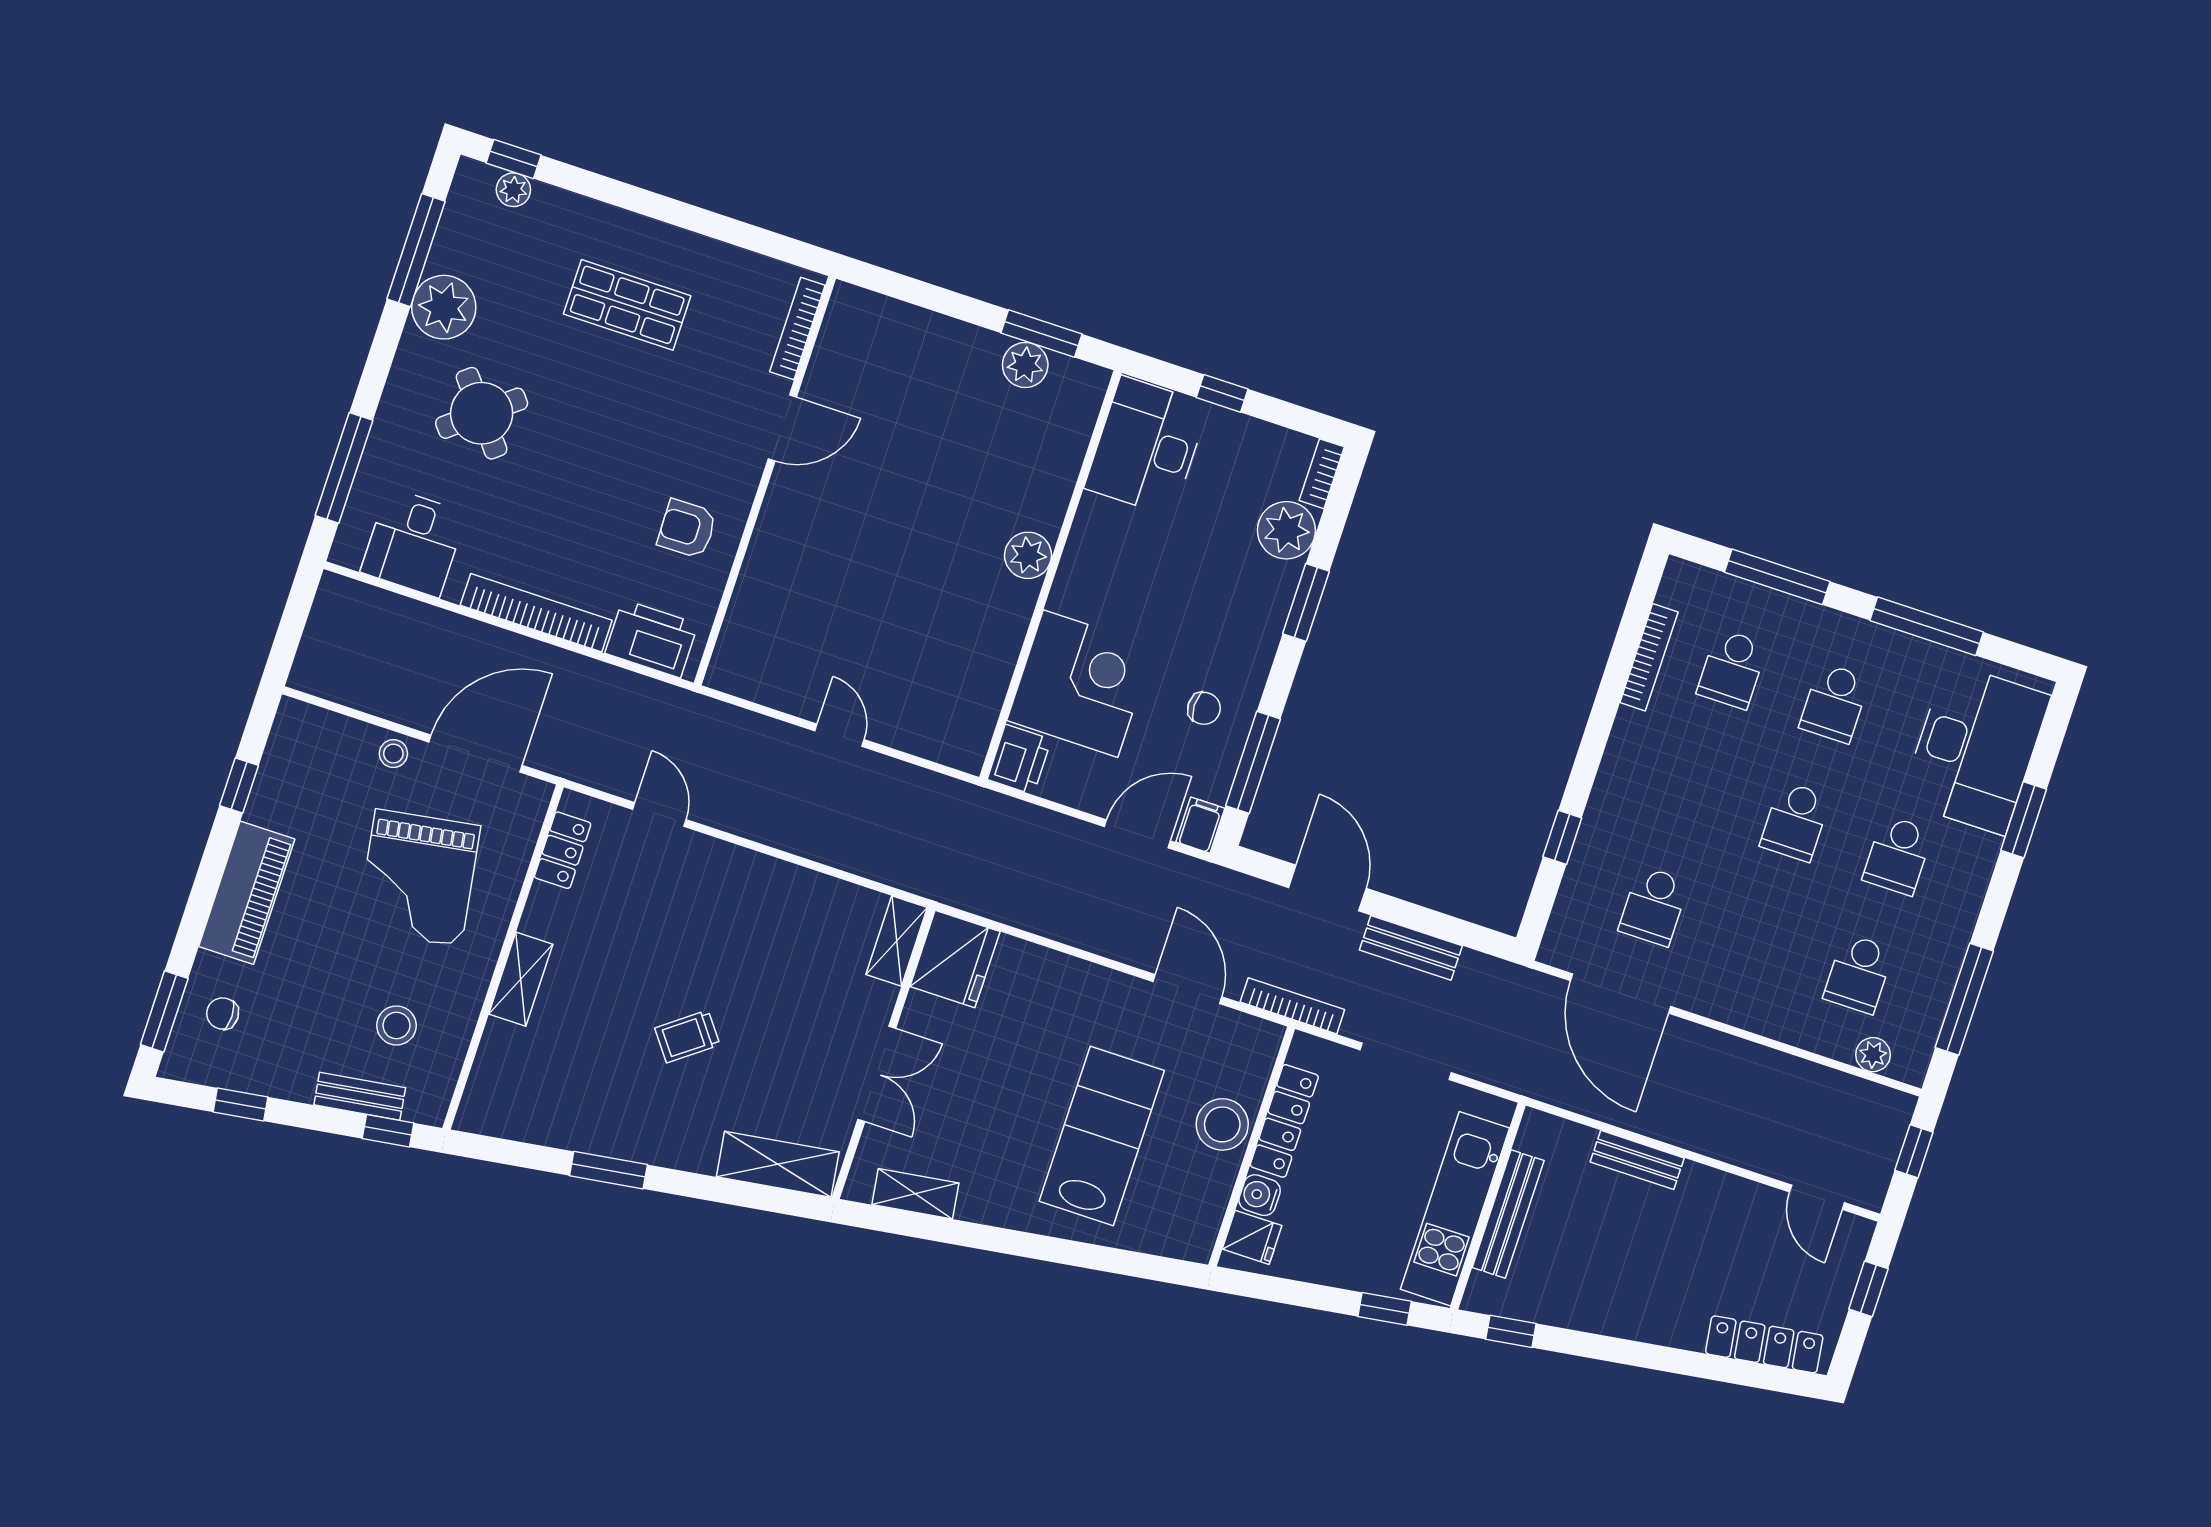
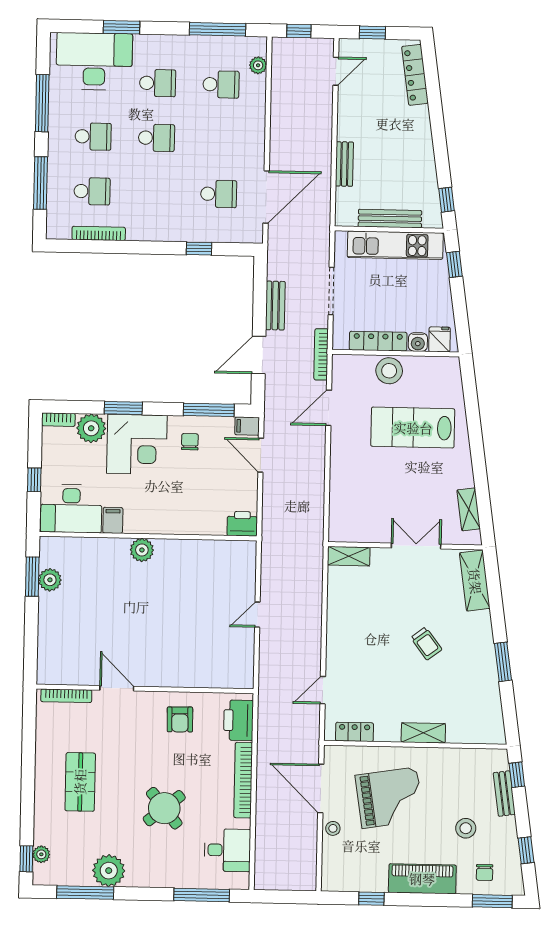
round table: (482, 413) -> (164, 808), moved
filing cabinet: (1101, 518) -> (113, 520), added
corner desk: (1080, 684) -> (137, 444), moved, turned 180
fridge: (955, 959) -> (349, 525), removed
stool: (396, 1025) -> (466, 828), moved

